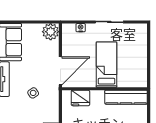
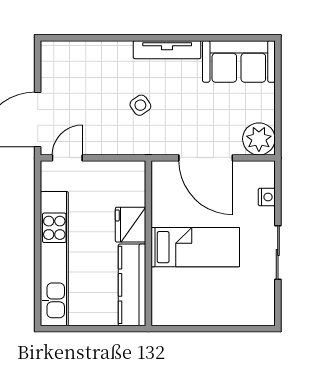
door: (60, 71) -> (206, 158), moved
fridge: (80, 98) -> (131, 225), moved

